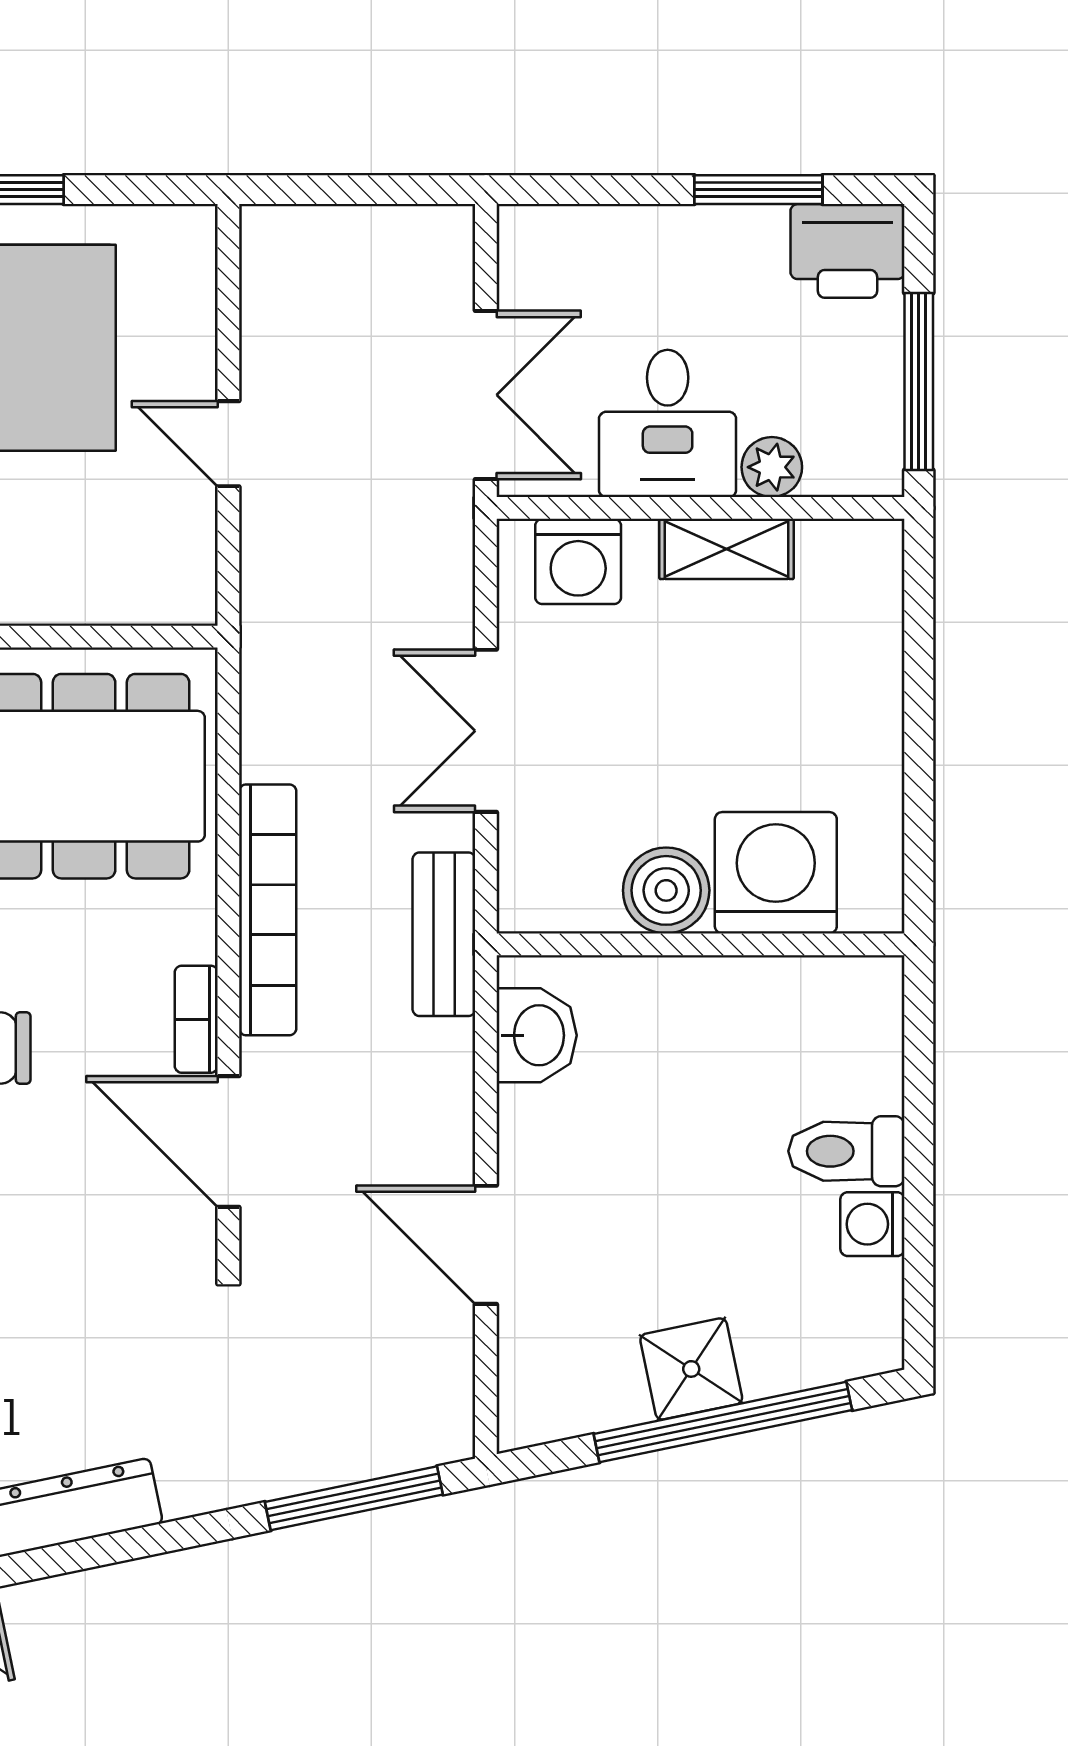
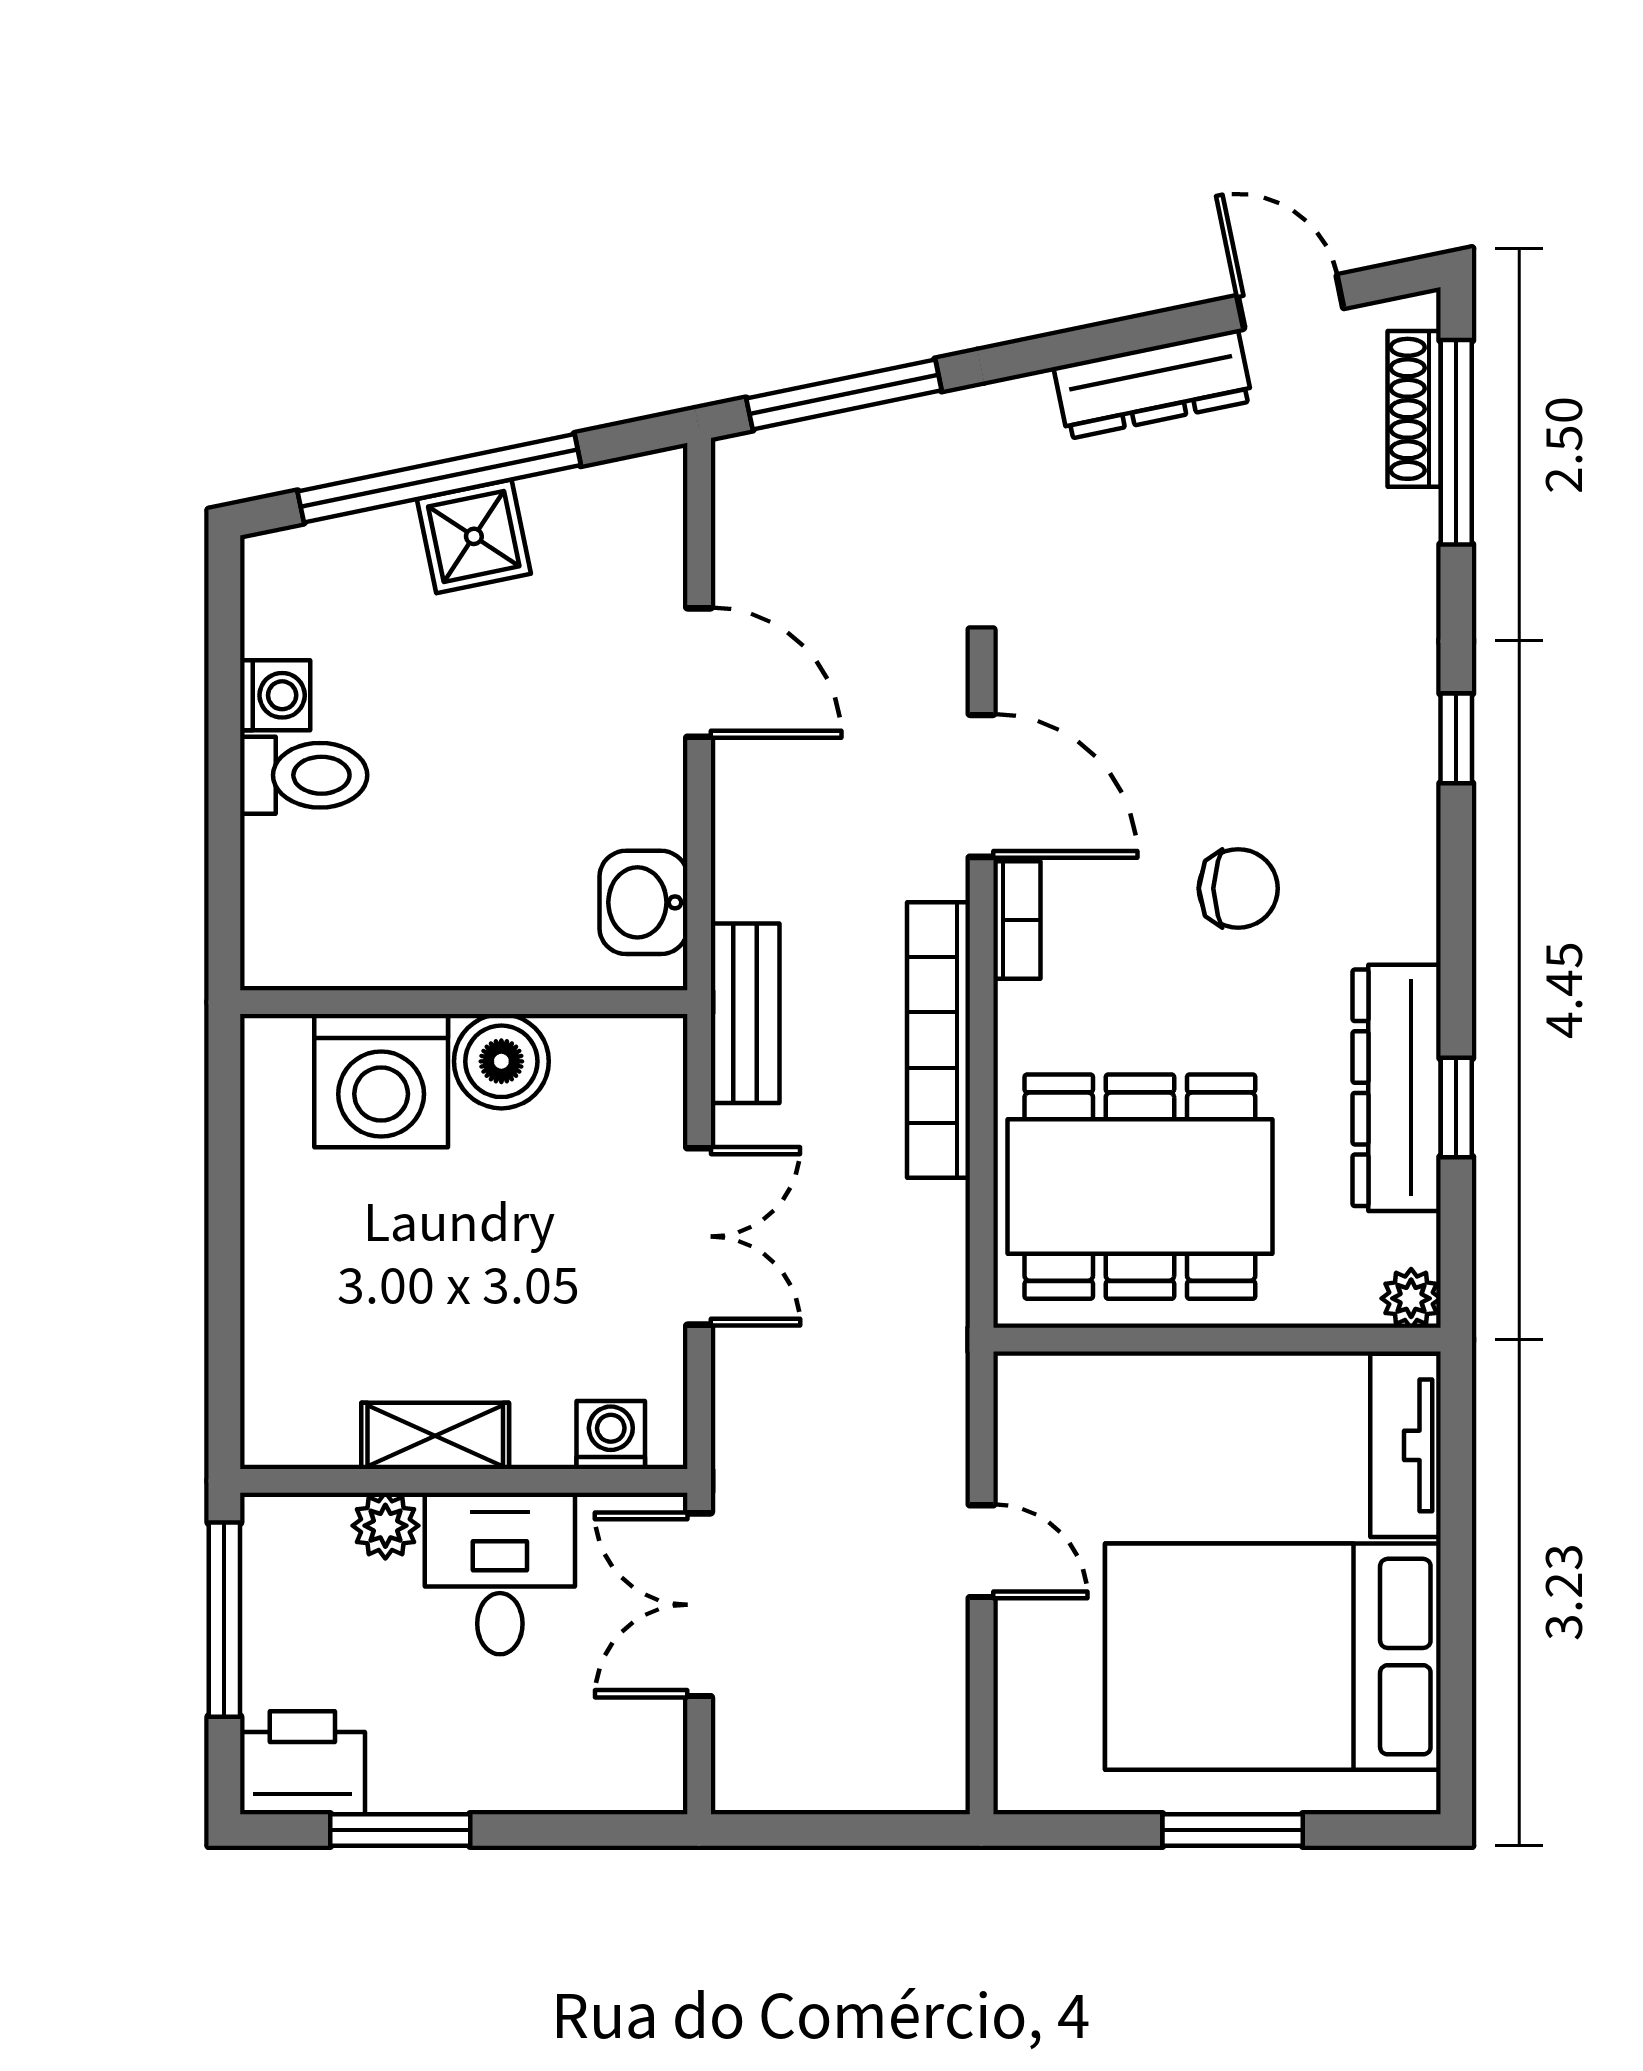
washing machine: (578, 561) -> (611, 1435), width x0.73, depth x0.73

